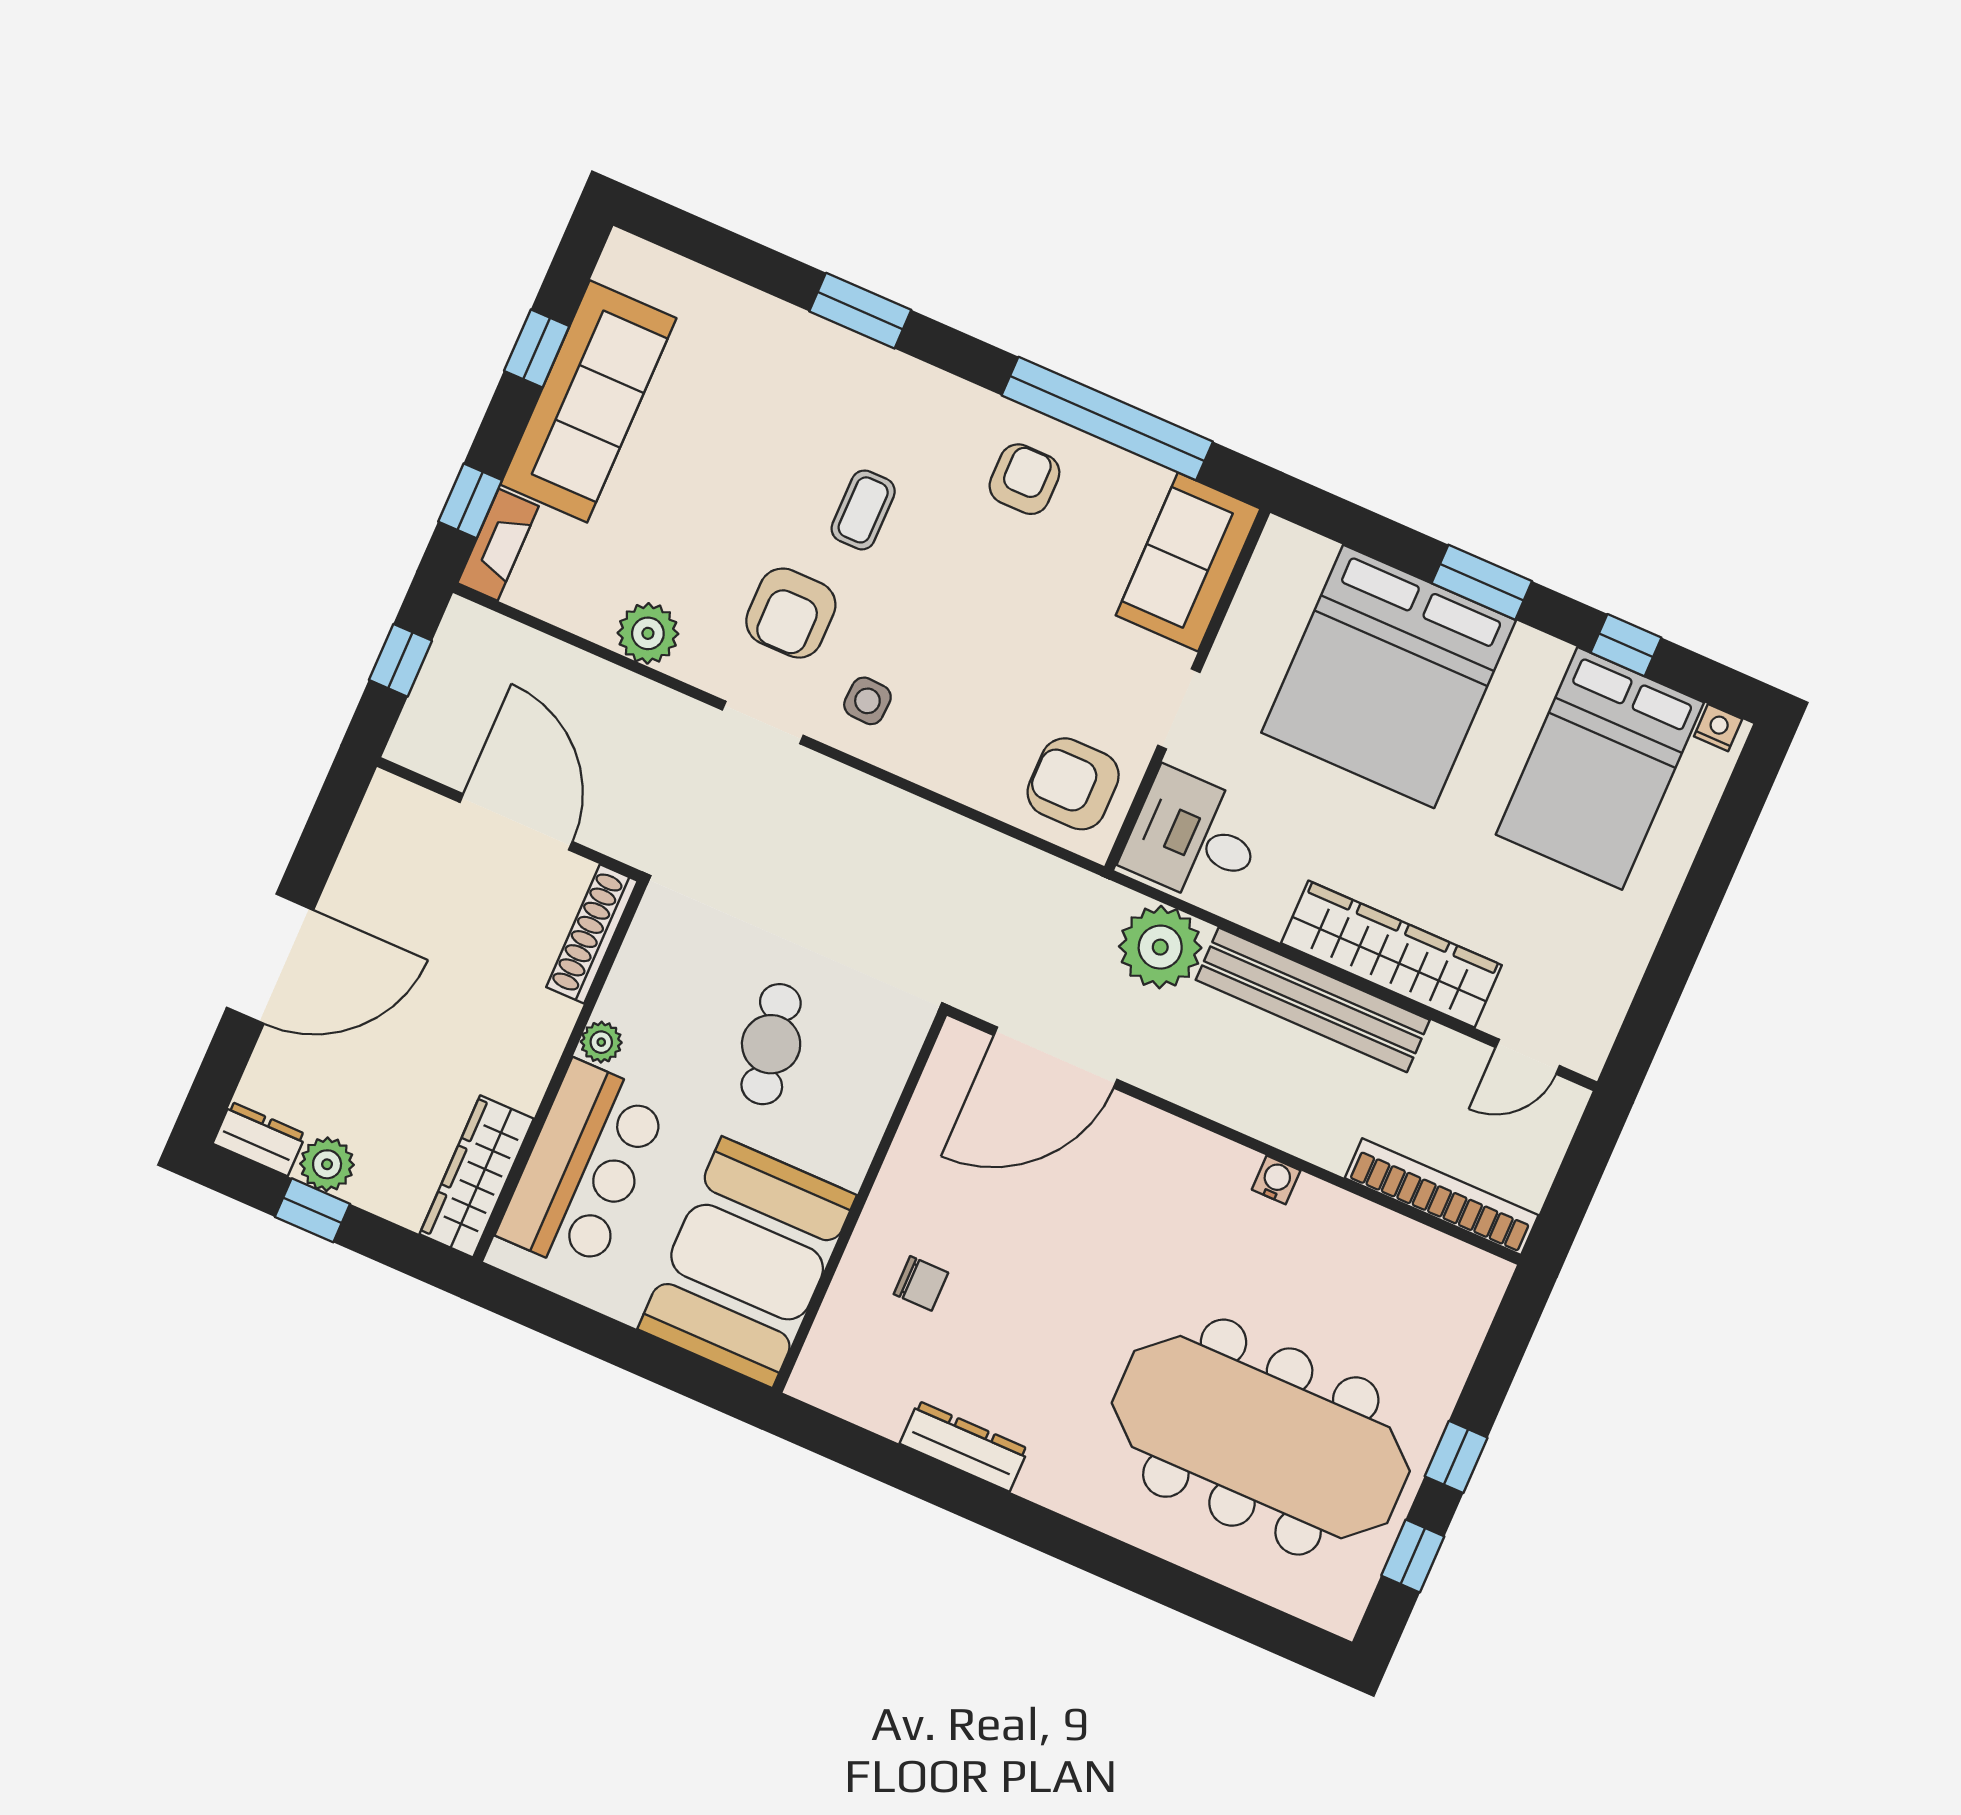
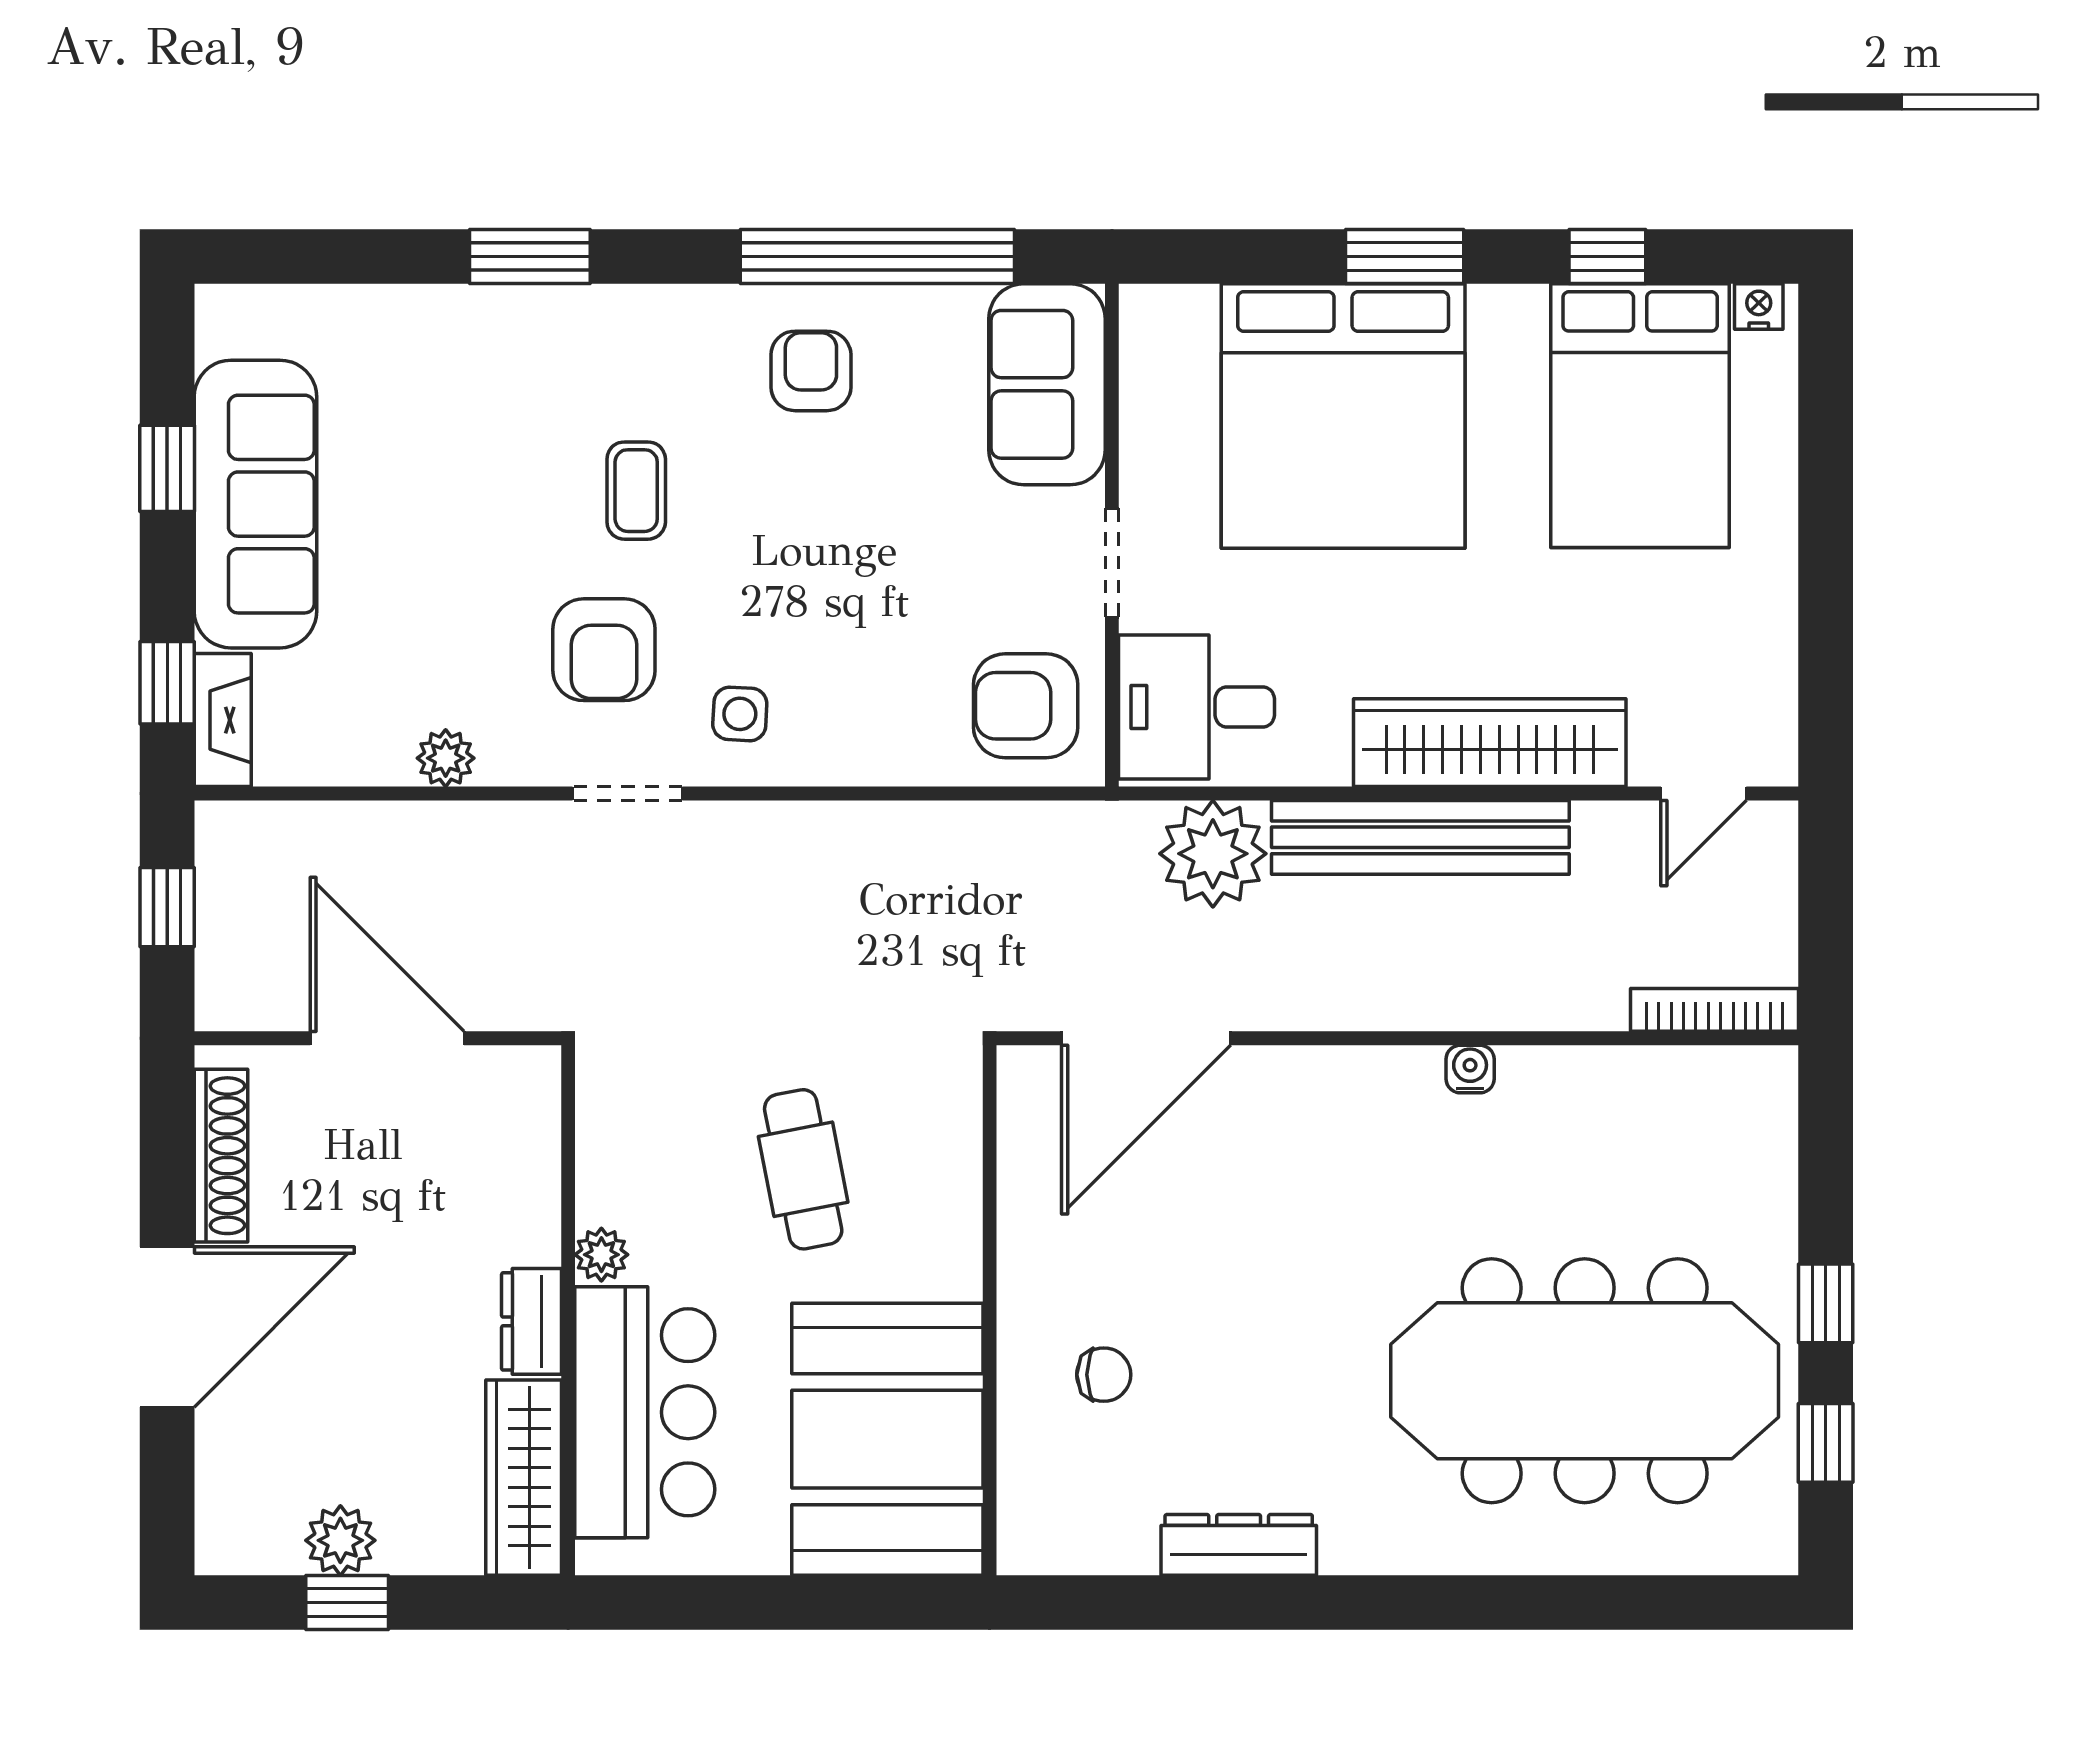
plant: (648, 633) -> (446, 758), width x0.73, depth x0.73
shoe rack: (592, 934) -> (221, 1156), moved, turned 180
dresser: (259, 1139) -> (532, 1321), moved, turned -90
bookcase: (1442, 1197) -> (1715, 1010), width x0.68, depth x0.76

